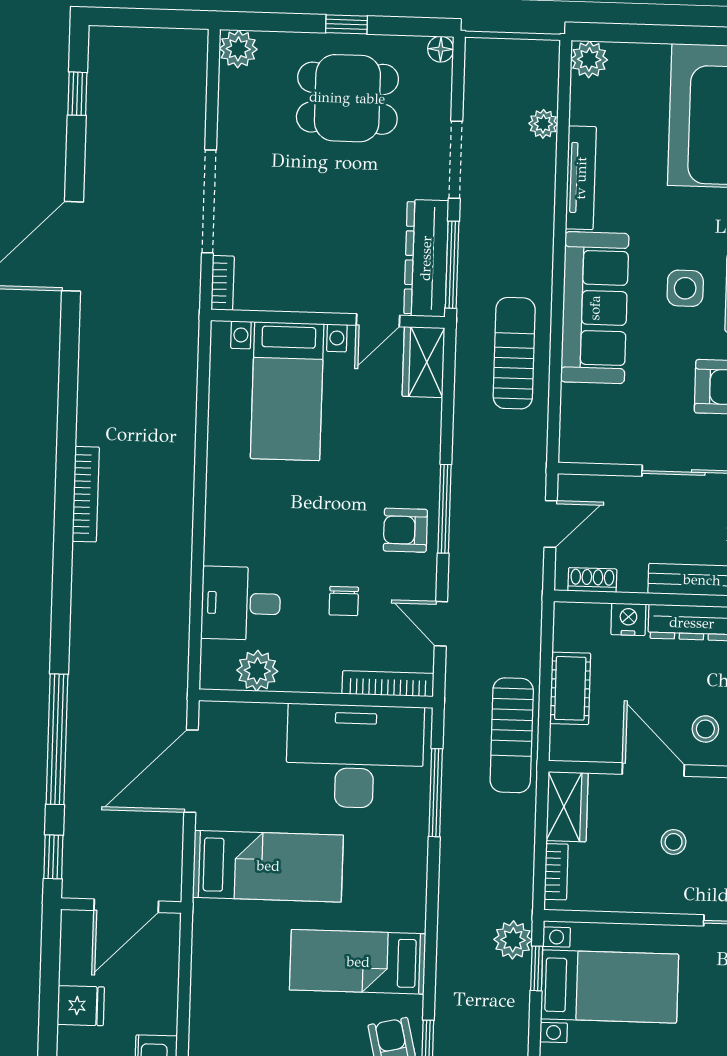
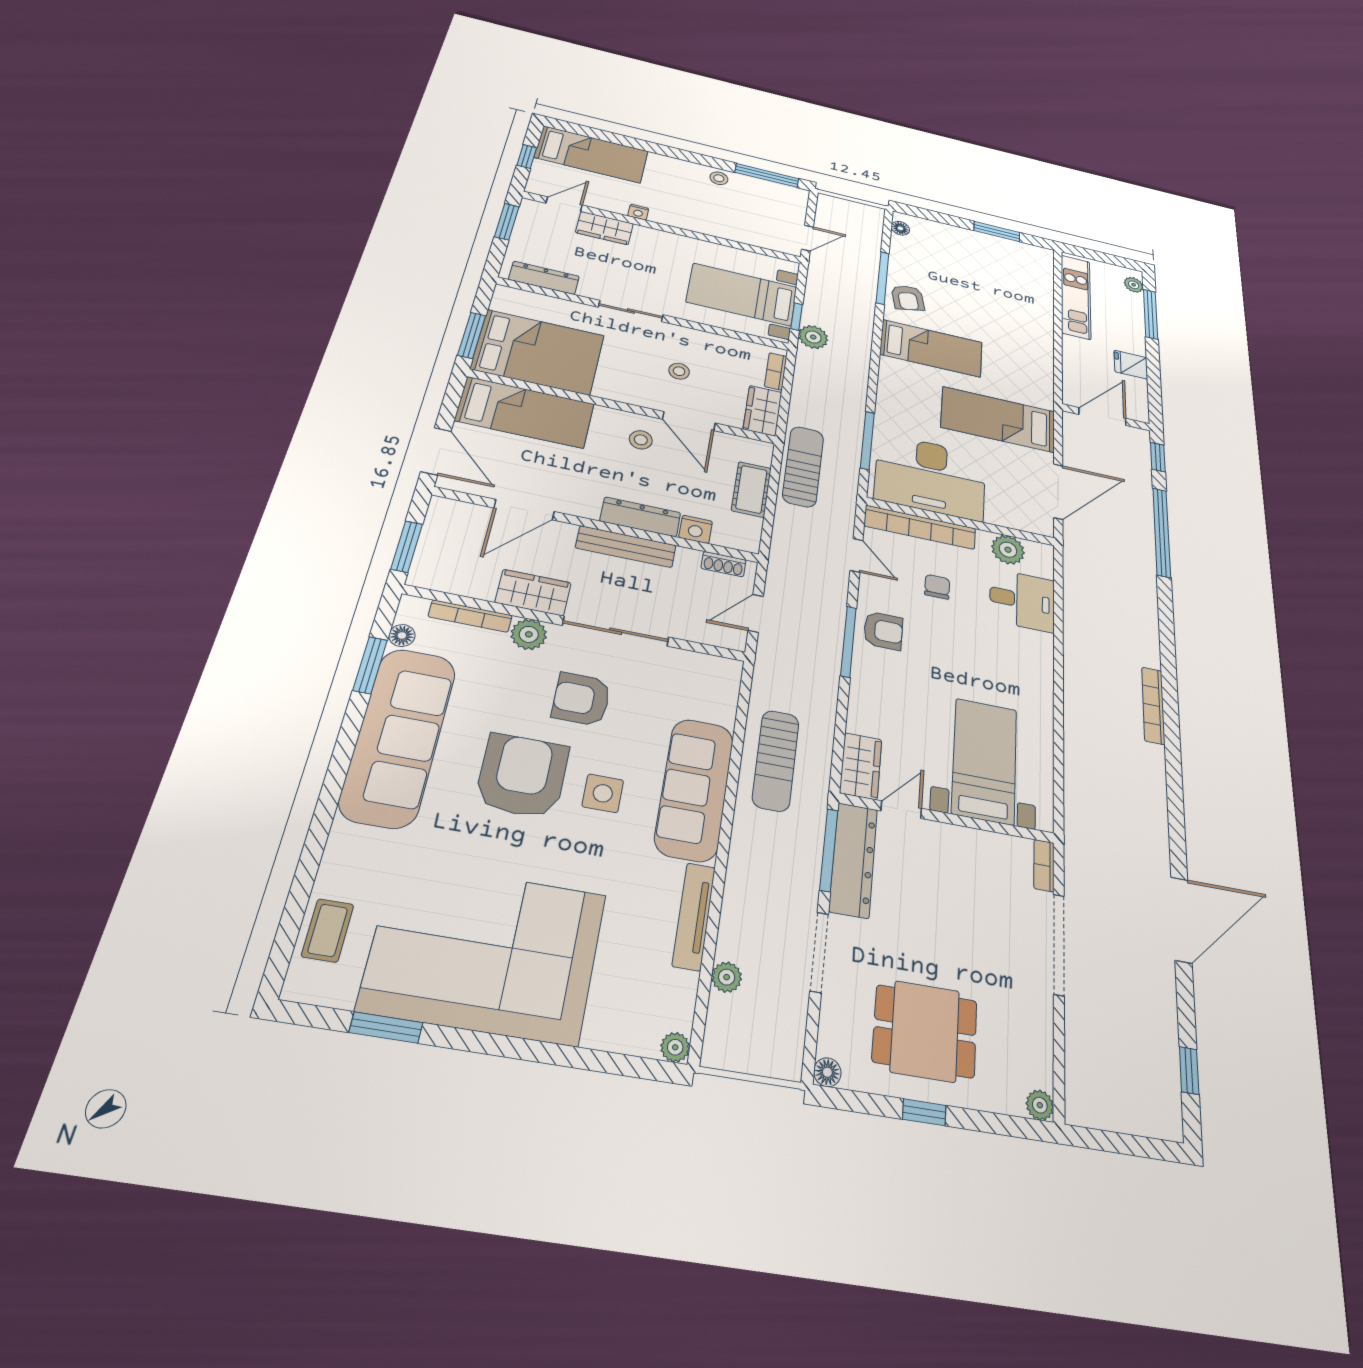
plant: (238, 49) -> (1040, 1105), width x0.73, depth x0.73
plant: (589, 59) -> (675, 1047), width x0.73, depth x0.73
bookcase: (388, 684) -> (920, 527), width x1.48, depth x1.31

